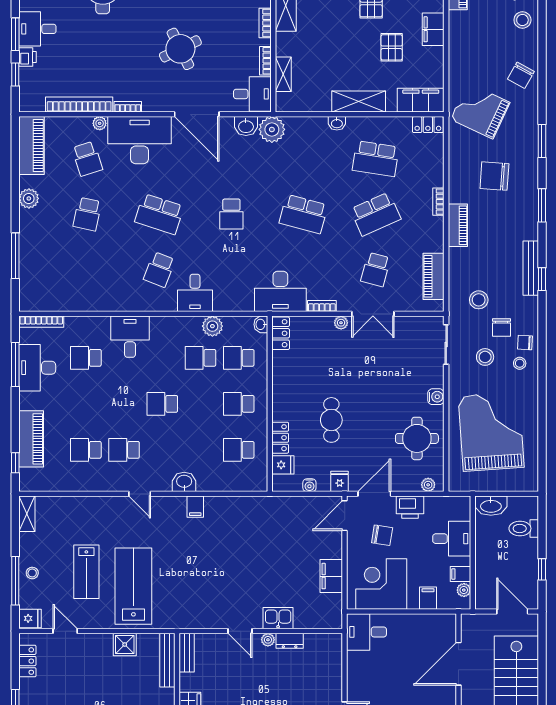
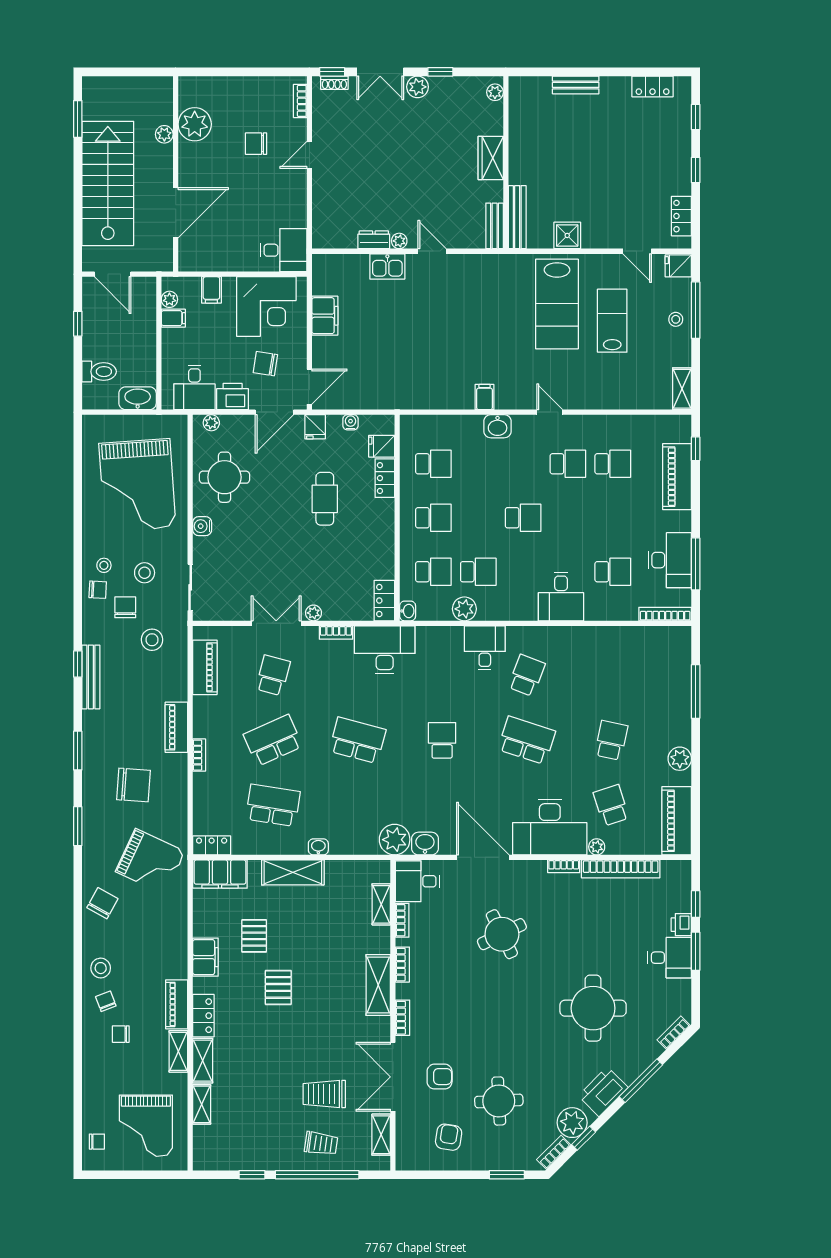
desk: (452, 539) -> (194, 387), moved, turned -90

